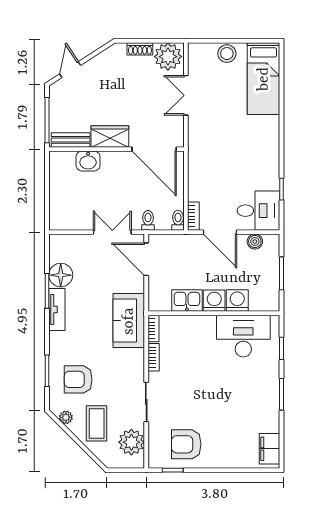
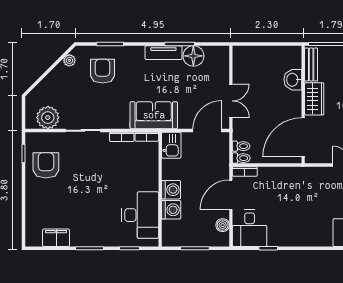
toilet: (148, 220) -> (241, 146), moved
kitchen sink: (187, 300) -> (171, 145), moved
coffee table: (97, 423) -> (64, 87), removed
filing cabinet: (269, 449) -> (56, 238), moved

